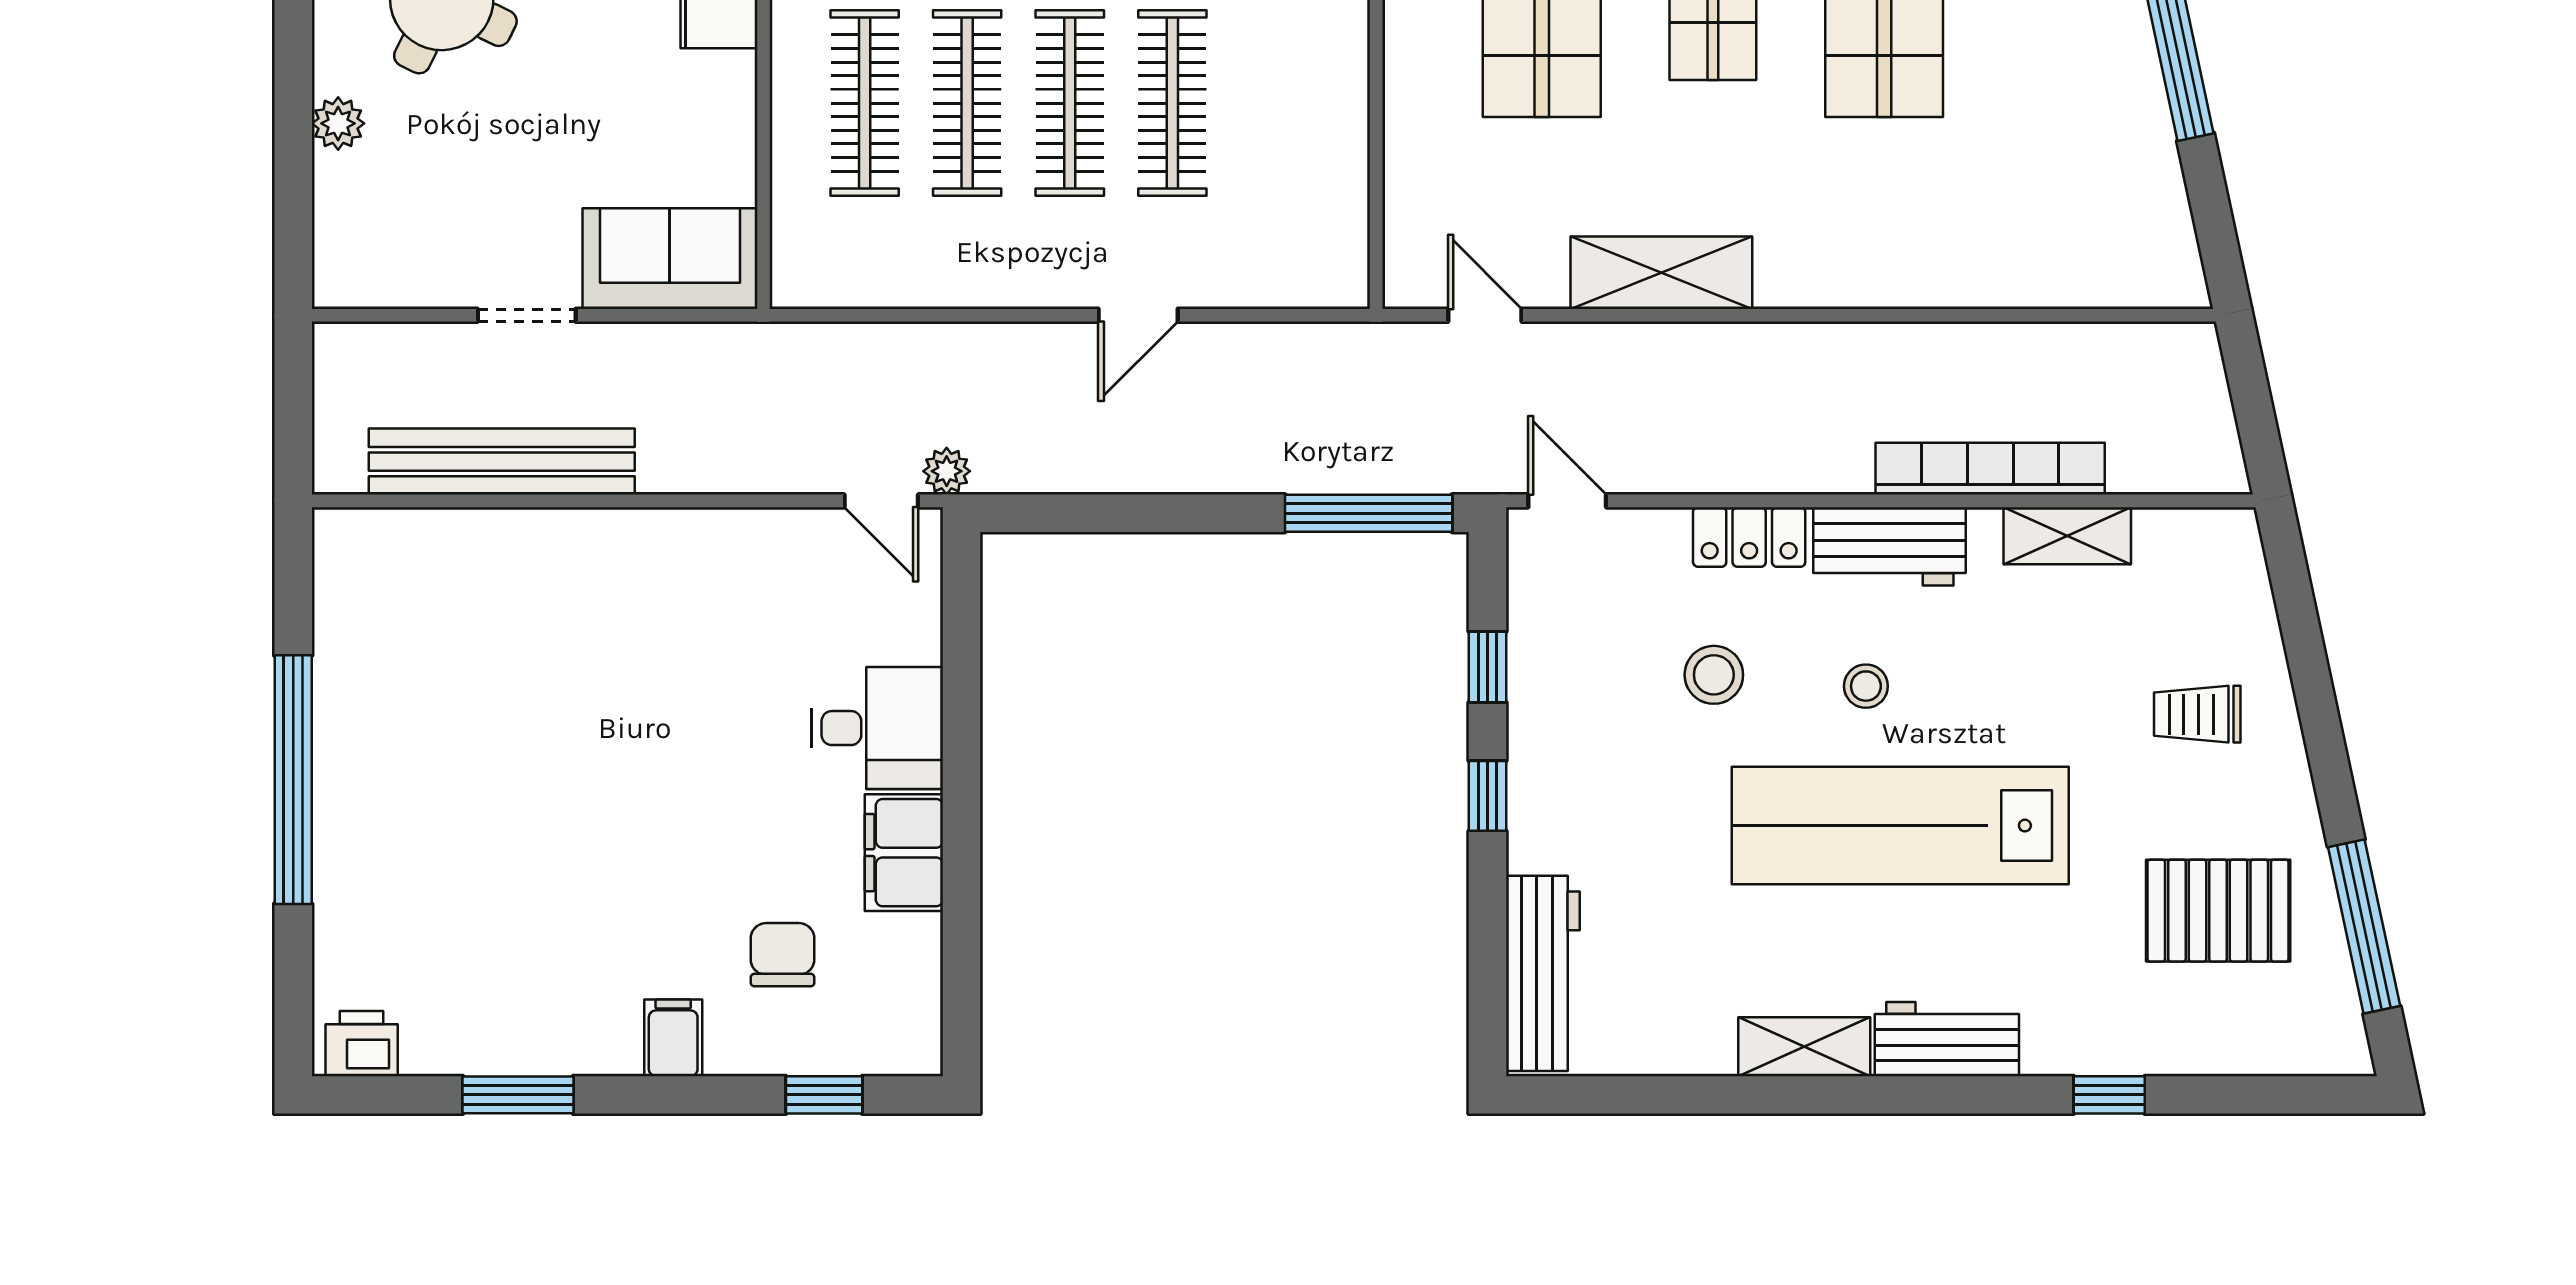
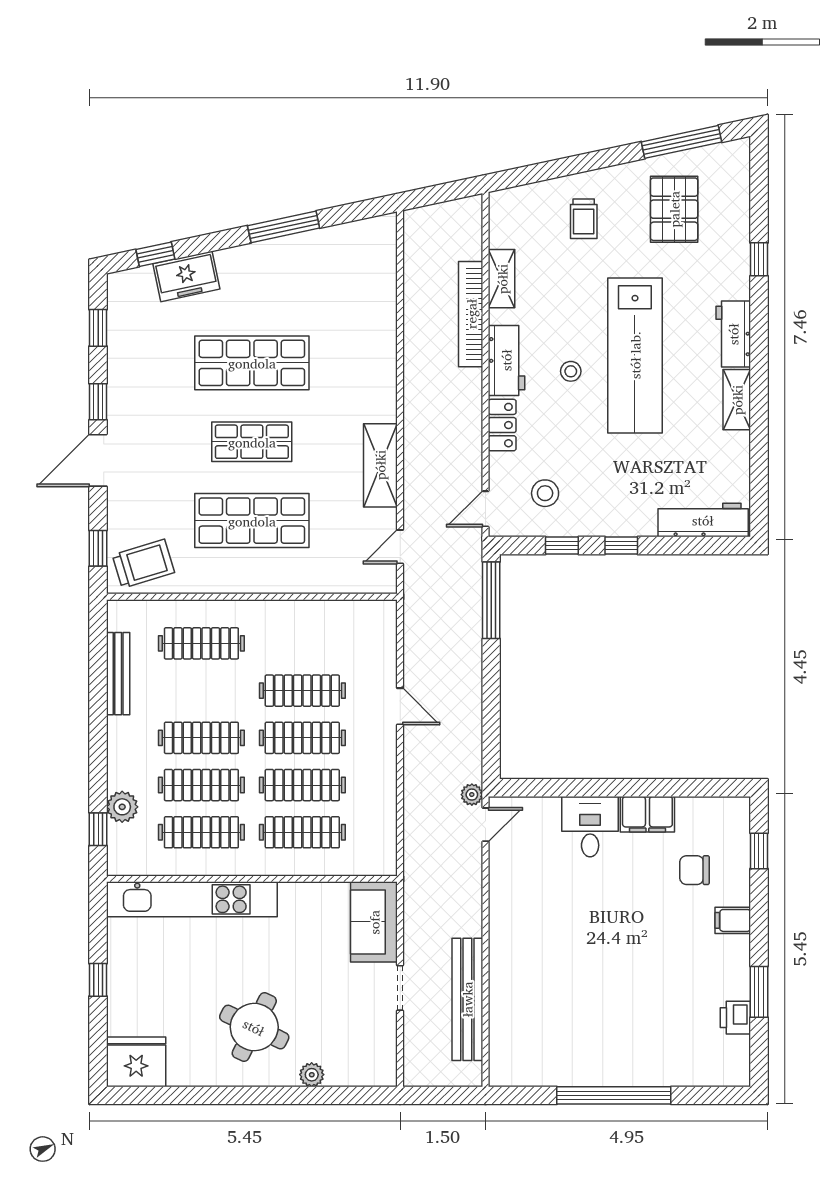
stool: (1714, 675) -> (545, 493), moved
printer: (362, 1044) -> (735, 1018), moved

